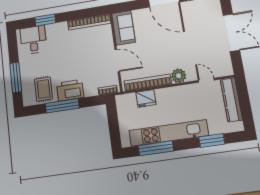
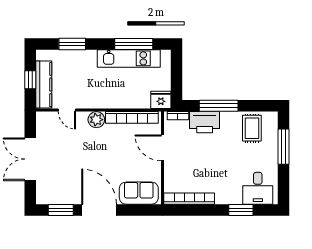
sofa: (124, 28) -> (139, 193), moved, turned 90
printer: (70, 90) -> (205, 122), moved
fridge: (146, 98) -> (161, 100), moved
window: (245, 102) -> (30, 80), added
window: (62, 106) -> (219, 106), moved
kitchen unit: (169, 133) -> (129, 58), width x0.73

